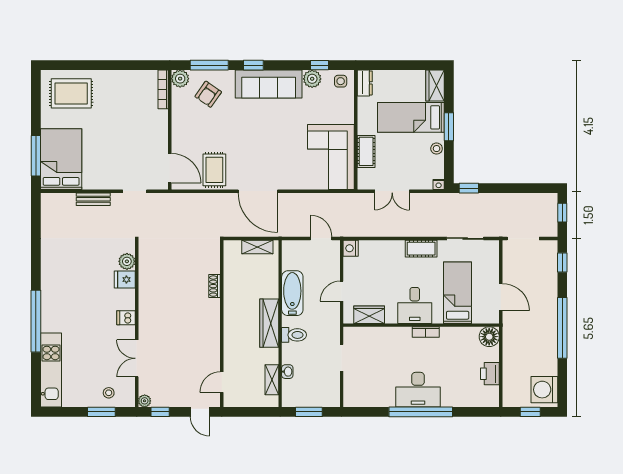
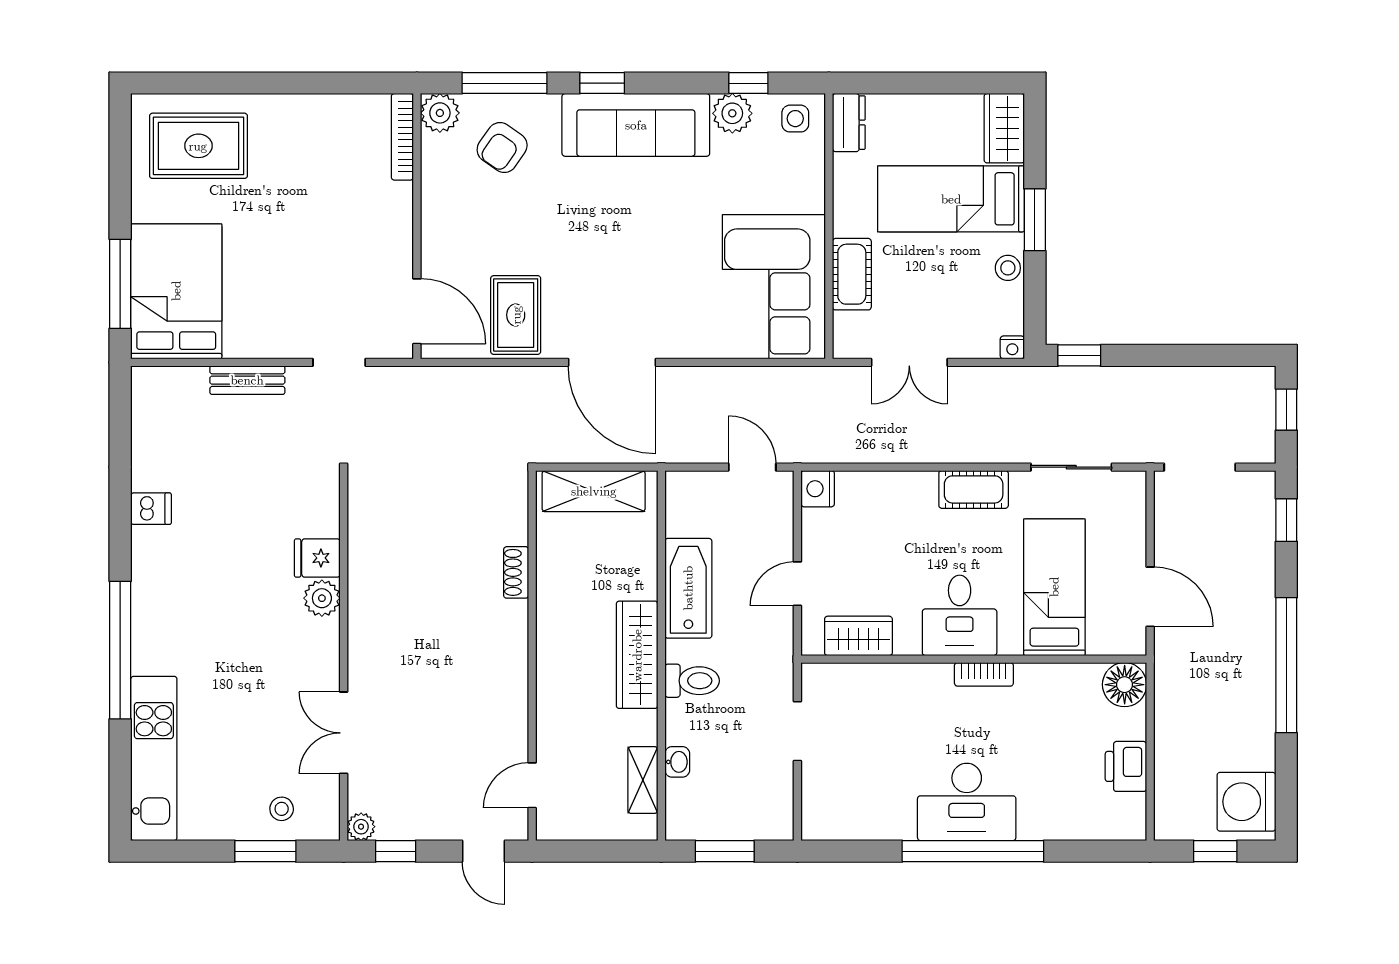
shelving: (257, 247) -> (594, 491), width x1.50, depth x1.33
plant: (127, 261) -> (322, 598), moved
dishwasher: (126, 318) -> (151, 509), moved, turned 180

